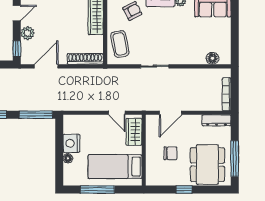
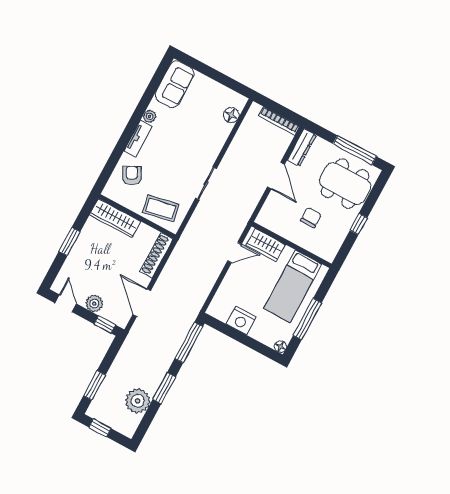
door: (170, 113) -> (276, 176), moved
floor lamp: (68, 158) -> (280, 347), moved

